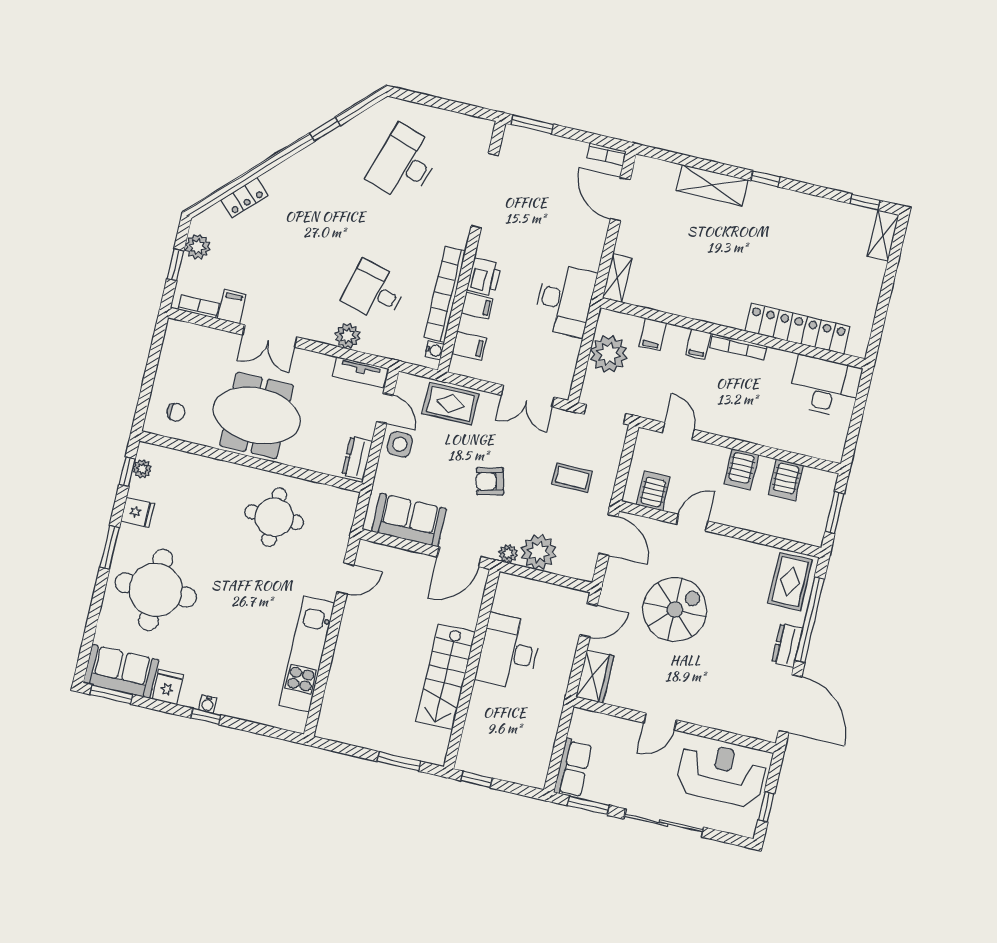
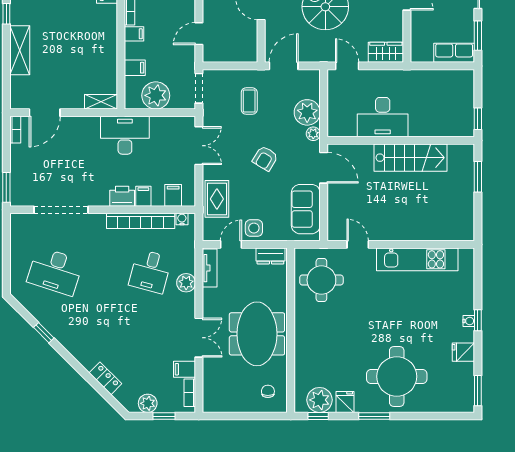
plant: (142, 469) -> (320, 400), width x1.88, depth x1.88
armchair: (490, 481) -> (265, 158), turned 45
server rack: (653, 491) -> (245, 41), removed
round table: (274, 517) -> (321, 280), moved
sofa: (121, 671) -> (460, 388), removed

